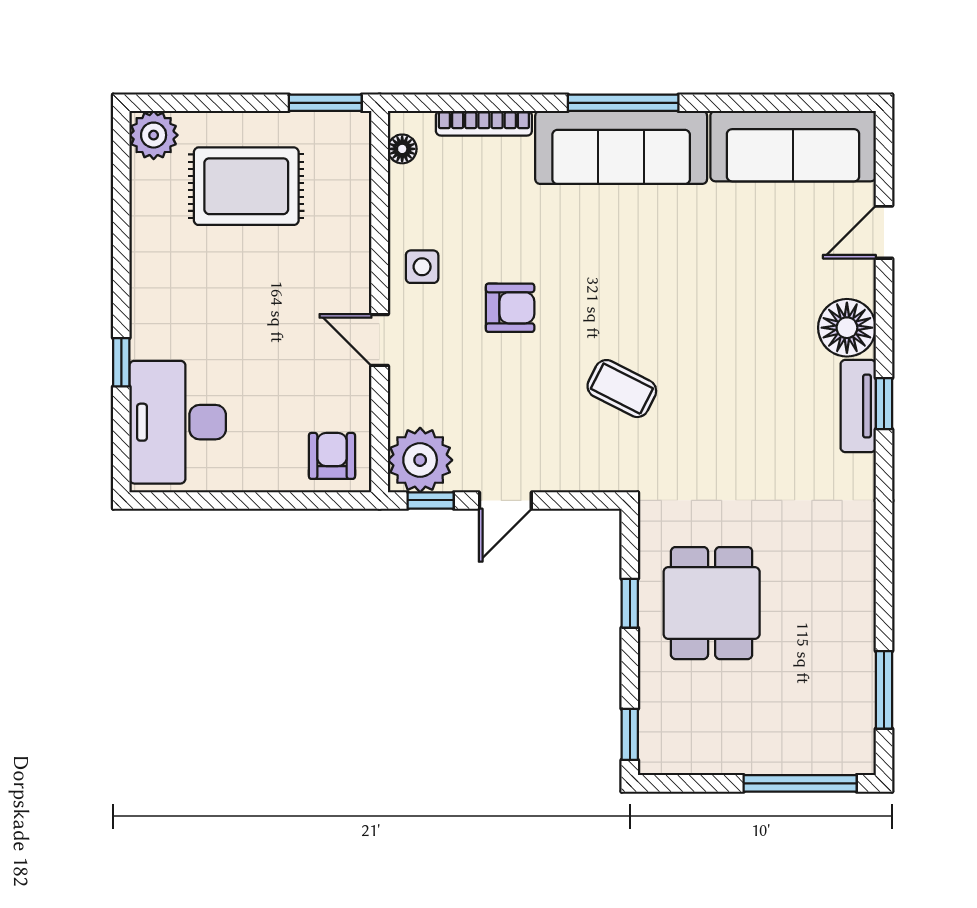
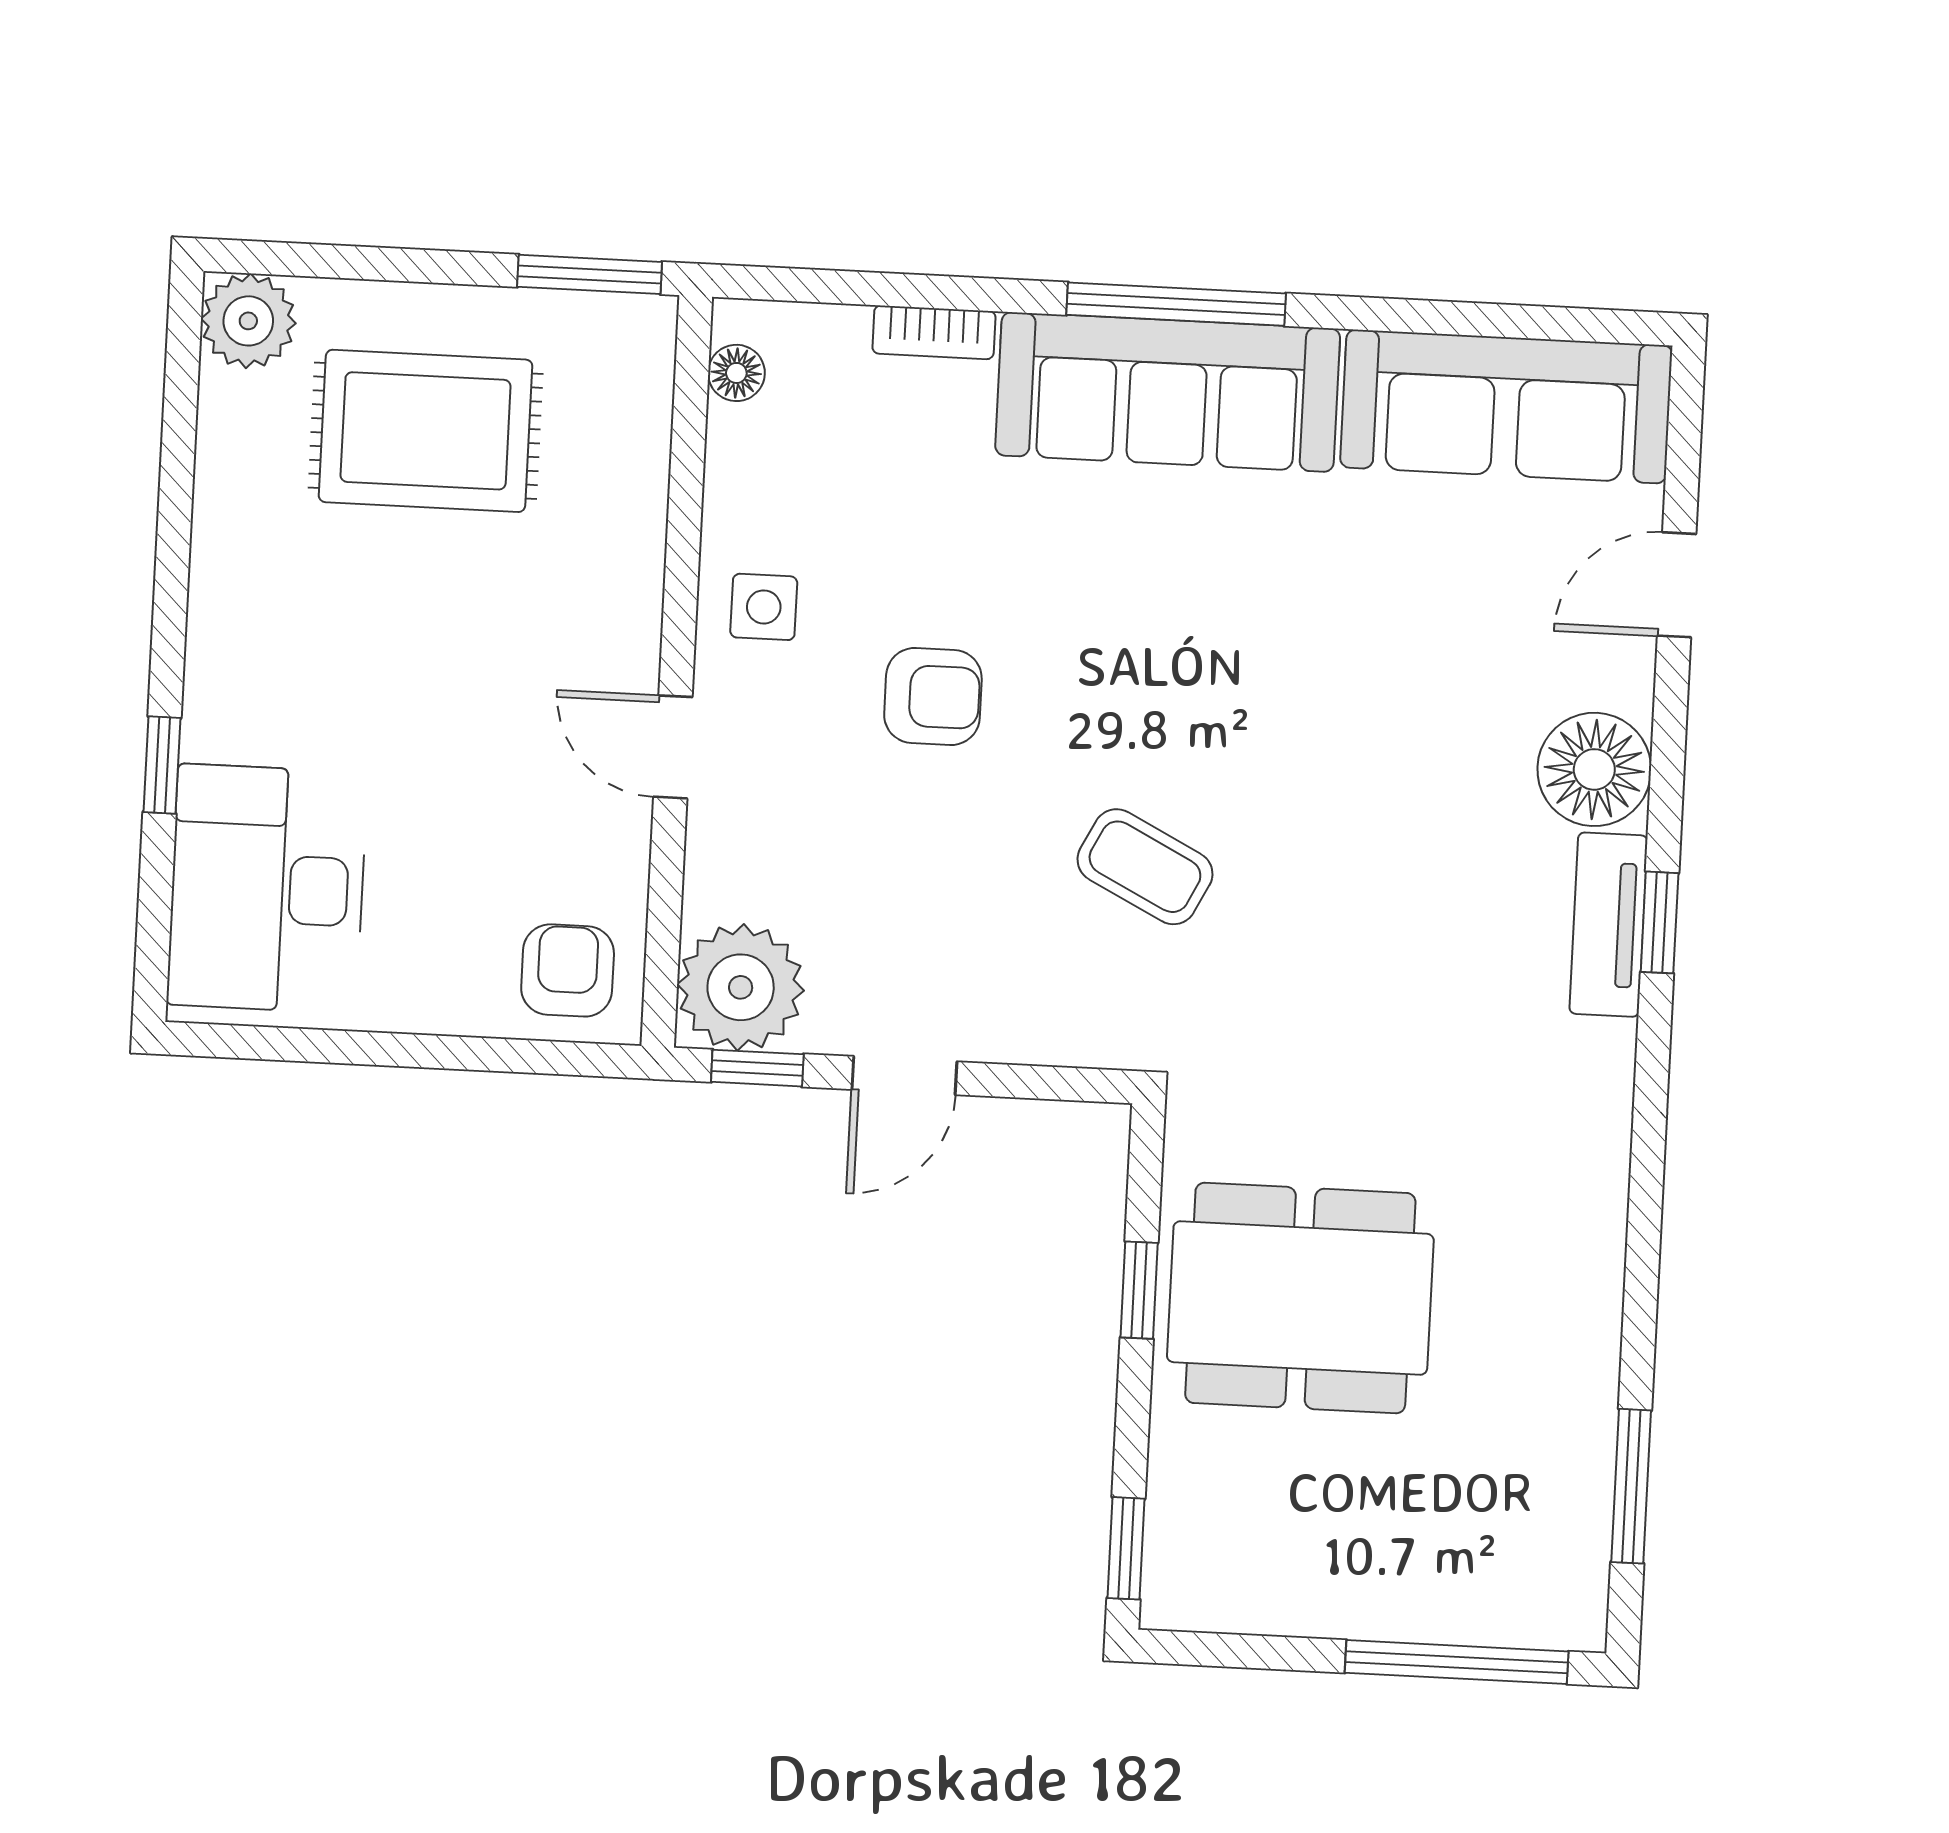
bookcase: (484, 123) -> (934, 332), width x0.64
dining table: (712, 603) -> (1300, 1298), width x1.38

